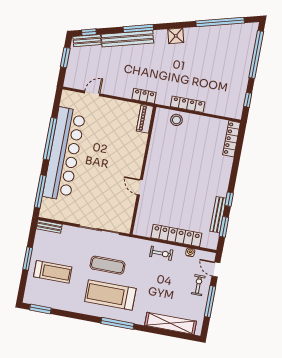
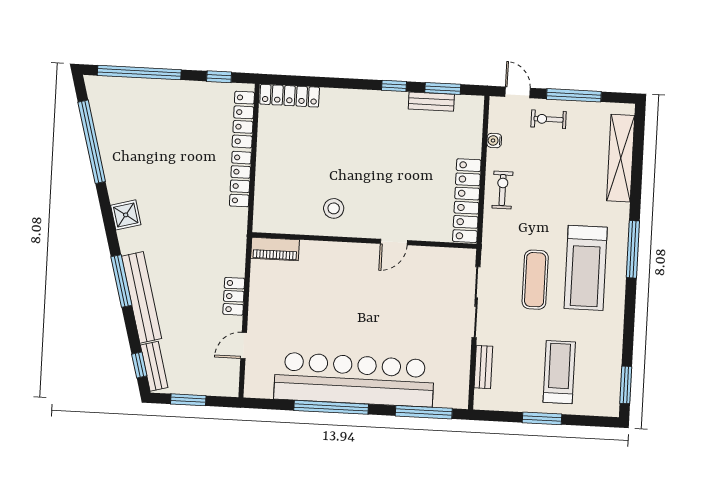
door: (92, 93) -> (244, 345), hinge flipped
locker: (144, 96) -> (234, 296), moved
locker: (221, 110) -> (243, 120), added
stool: (176, 120) -> (334, 208), moved
bench: (218, 215) -> (431, 102), width x0.73
bench: (49, 227) -> (483, 367), moved
locker: (176, 236) -> (467, 201), moved
door: (216, 269) -> (518, 92), swing flipped

